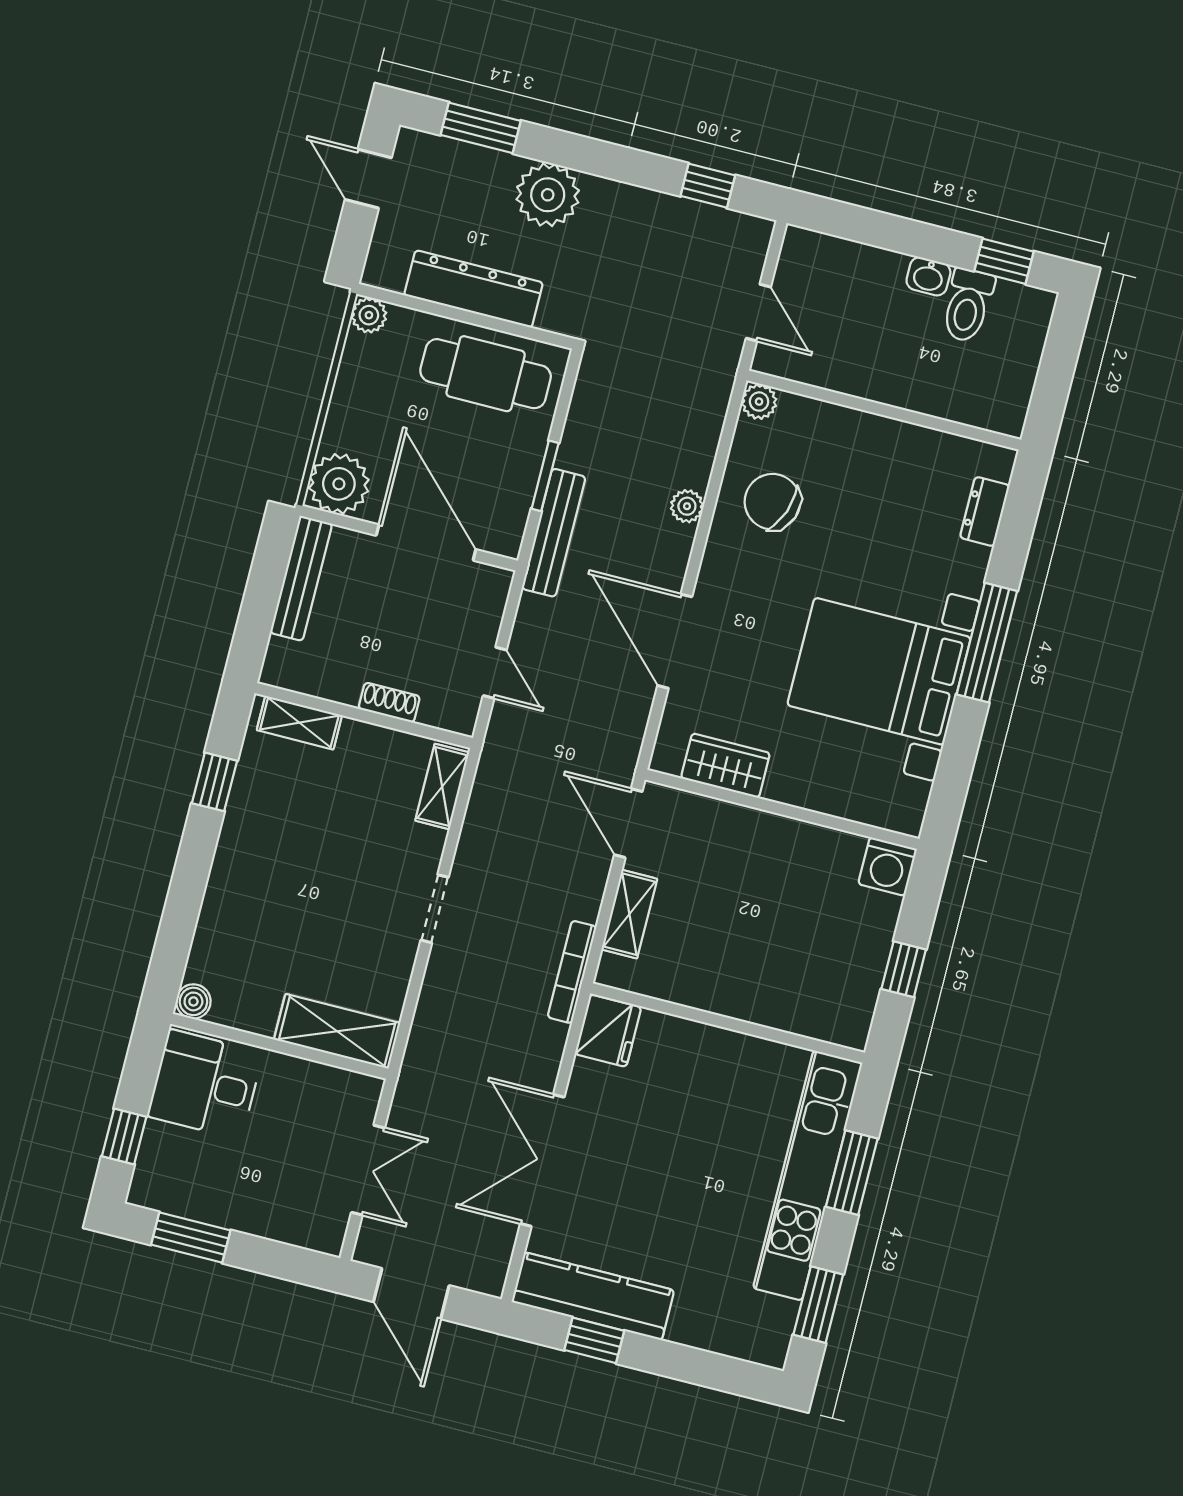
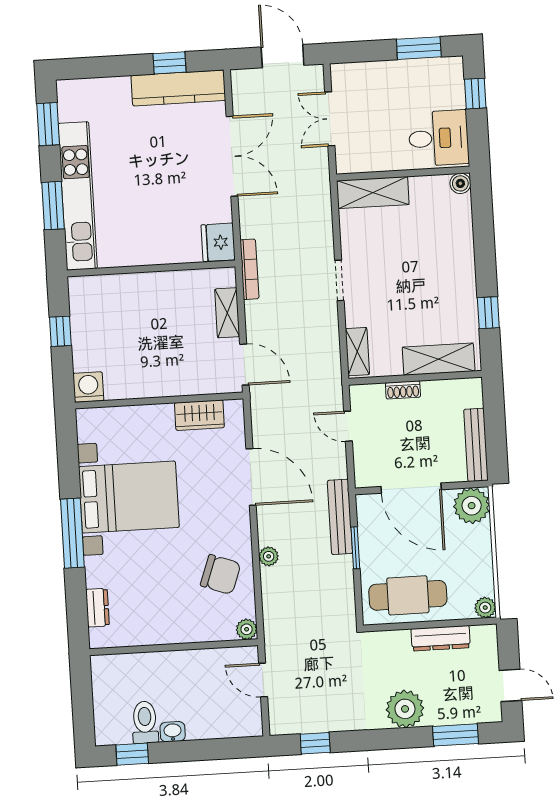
dresser: (473, 289) -> (441, 638), width x0.73, depth x0.80
shelving: (299, 723) -> (439, 359), width x1.50, depth x1.33

